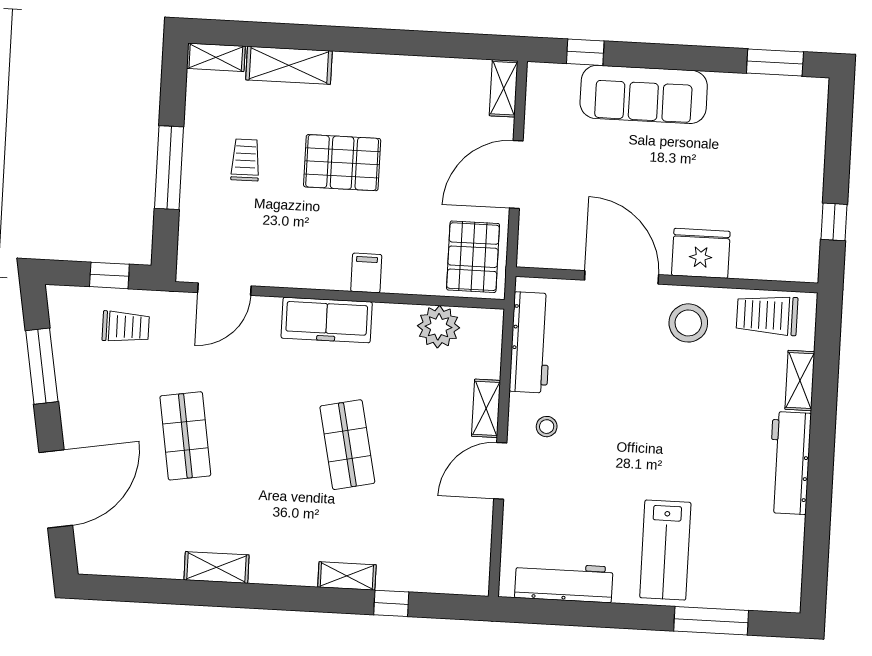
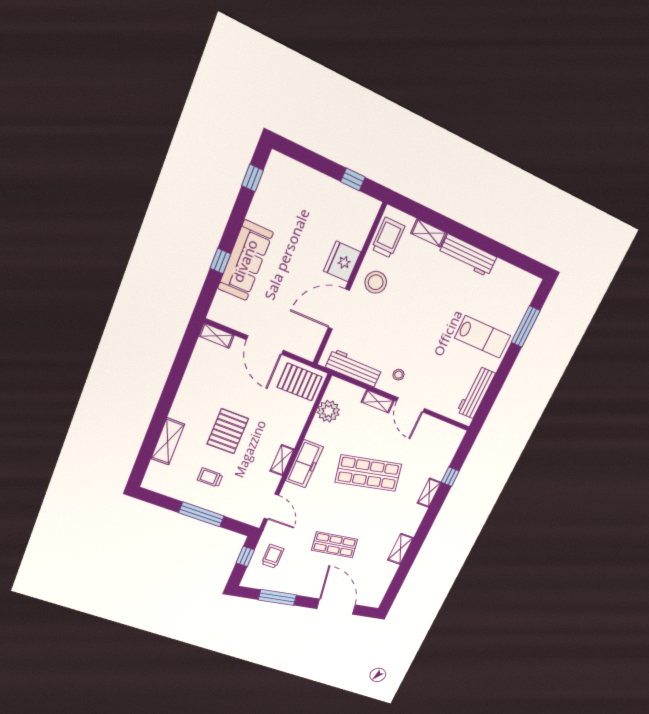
window: (585, 52) -> (220, 261), moved
shelving: (216, 57) -> (282, 460), moved
window: (775, 63) -> (253, 178), width x0.67
filing cabinet: (366, 273) -> (288, 437), removed
trolley: (767, 315) -> (388, 238), turned 180
shop shelf: (347, 445) -> (368, 473), width x1.43, depth x1.36

